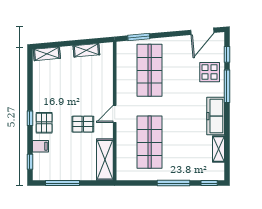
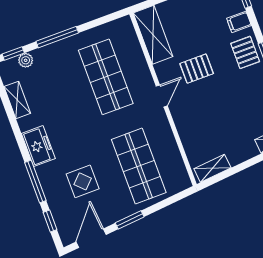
window: (139, 37) -> (130, 220), moved
shelving: (86, 50) -> (212, 168), moved
display table: (210, 72) -> (83, 181), moved
freezer: (216, 116) -> (38, 146), width x0.71
plant: (202, 175) -> (26, 60), added

